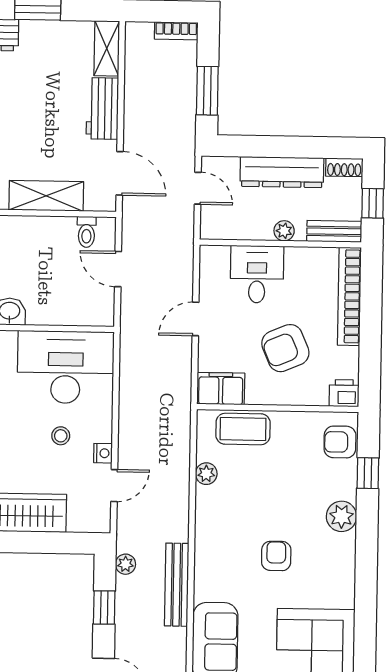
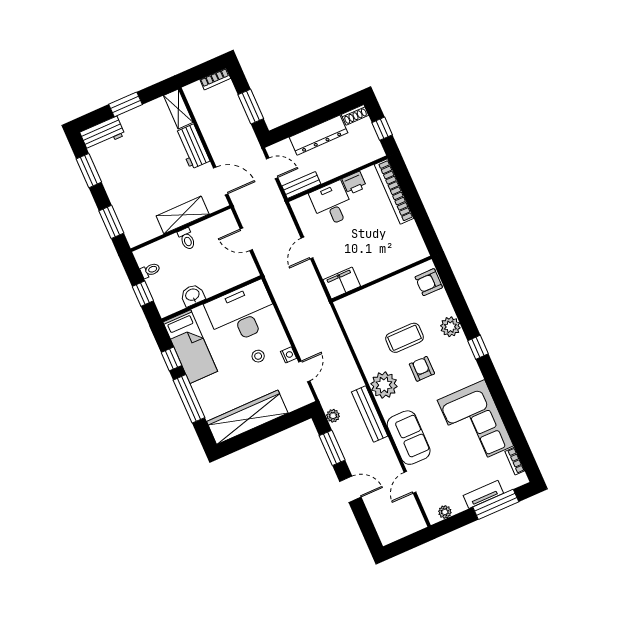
plant: (284, 231) -> (336, 170), removed
bench: (334, 231) -> (301, 185), moved
toilet: (86, 232) -> (187, 239), moved
armchair: (285, 348) -> (370, 241), removed
printer: (344, 393) -> (354, 183), moved, turned 180
coffee table: (243, 429) -> (405, 338), moved
window: (368, 473) -> (478, 347), moved
plant: (206, 474) -> (384, 385), moved, width x1.88, depth x1.88
window: (104, 607) -> (332, 448), width x1.50

